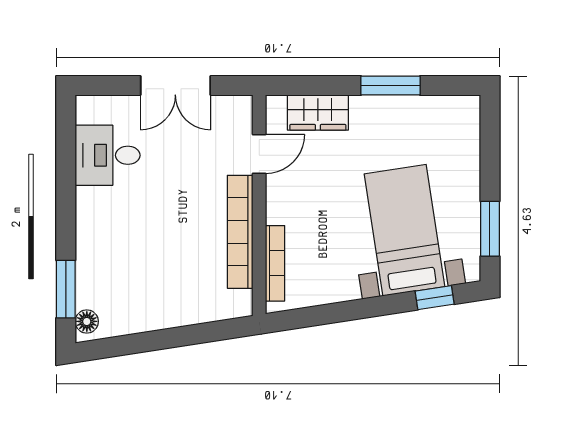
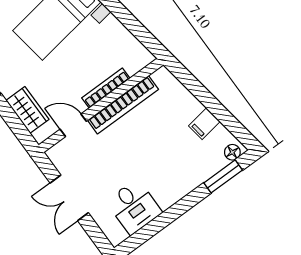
double door: (175, 85) -> (69, 198), swing flipped
bookcase: (275, 263) -> (106, 88), moved
filing cabinet: (146, 313) -> (204, 124), added

